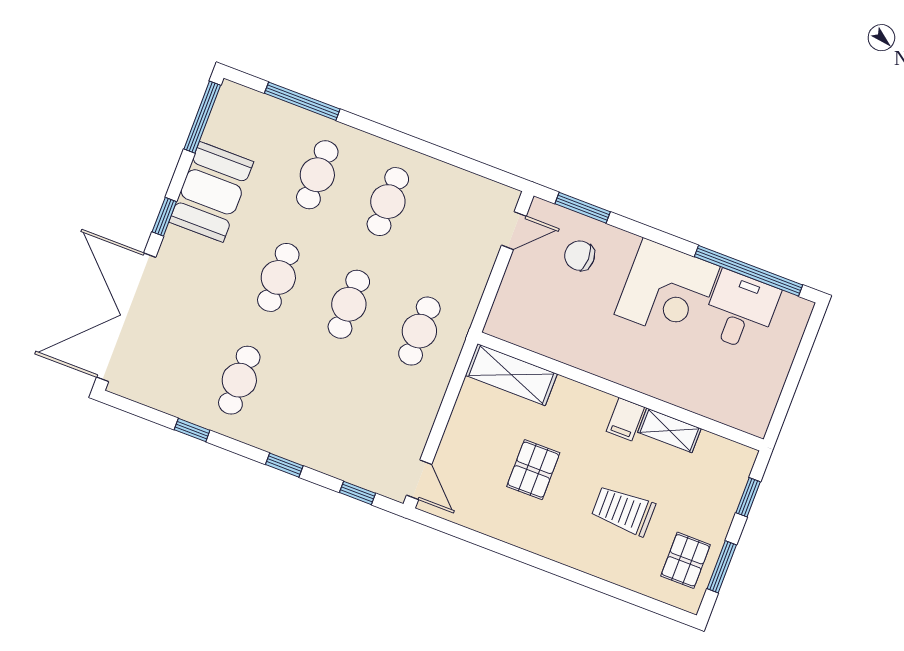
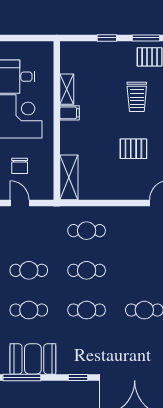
booth: (211, 192) -> (33, 359), moved
shelving: (511, 375) -> (69, 177), moved
wall: (621, 391) -> (57, 120), moved
filing cabinet: (625, 419) -> (69, 113), moved
shelving: (669, 430) -> (67, 89), moved

